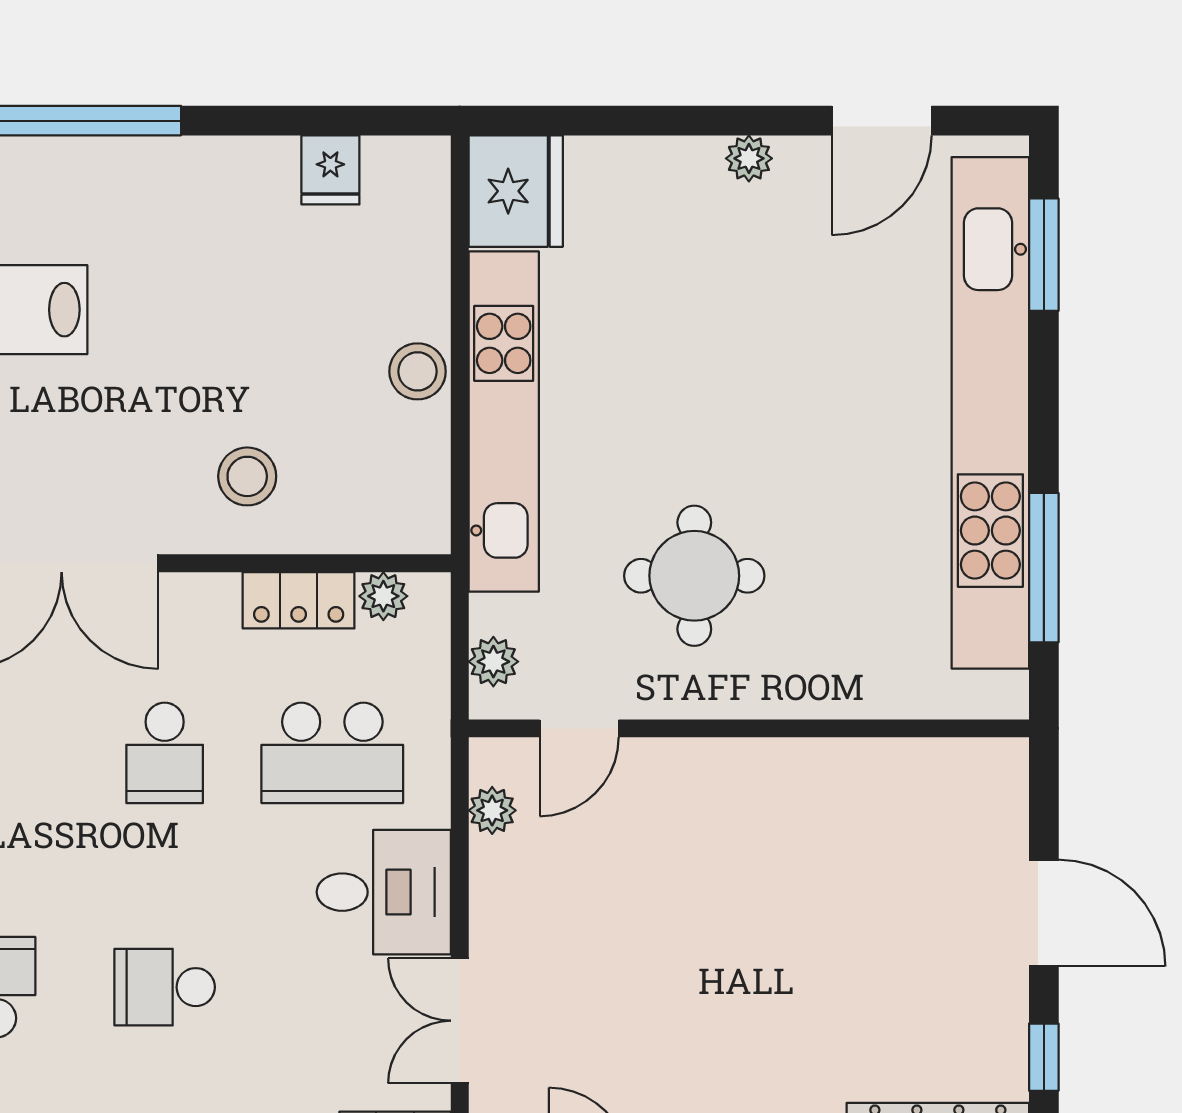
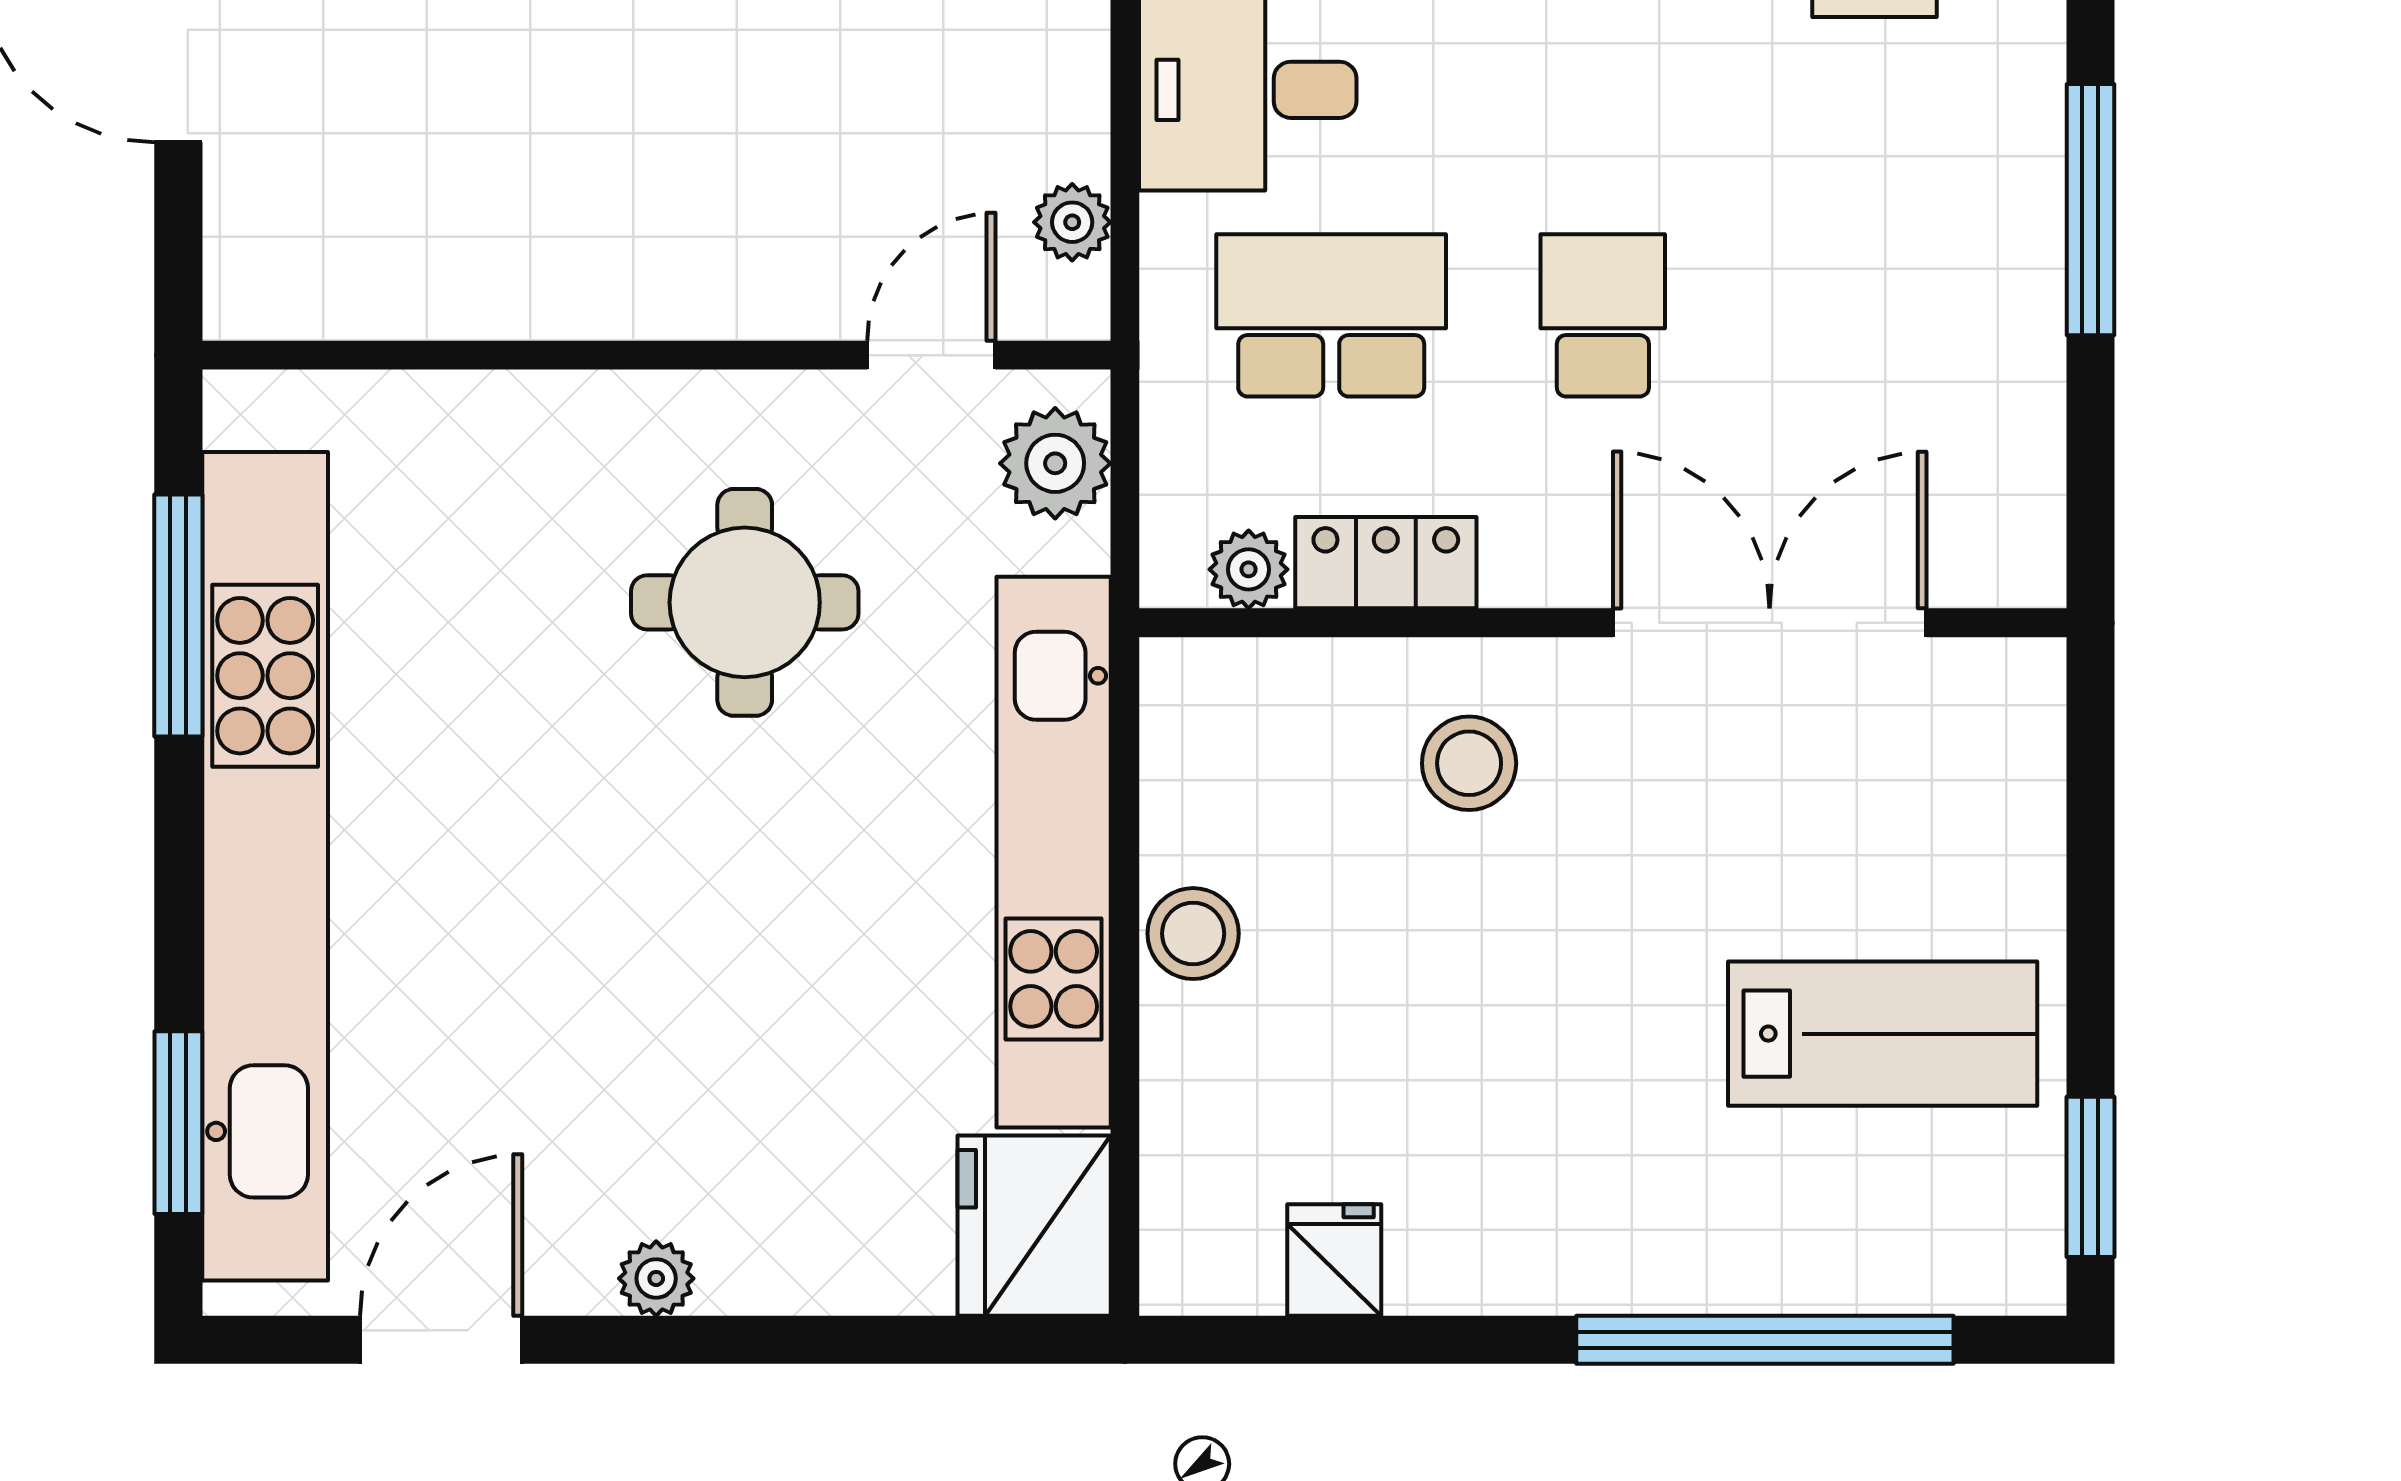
plant: (493, 662) -> (1055, 463), width x1.38, depth x1.38

